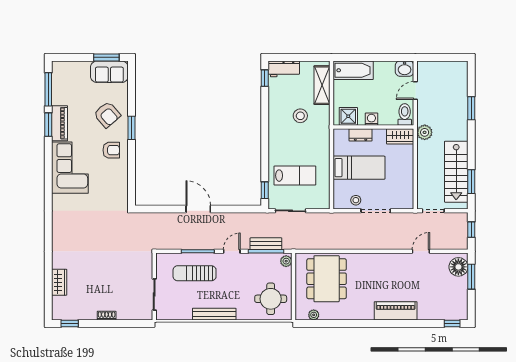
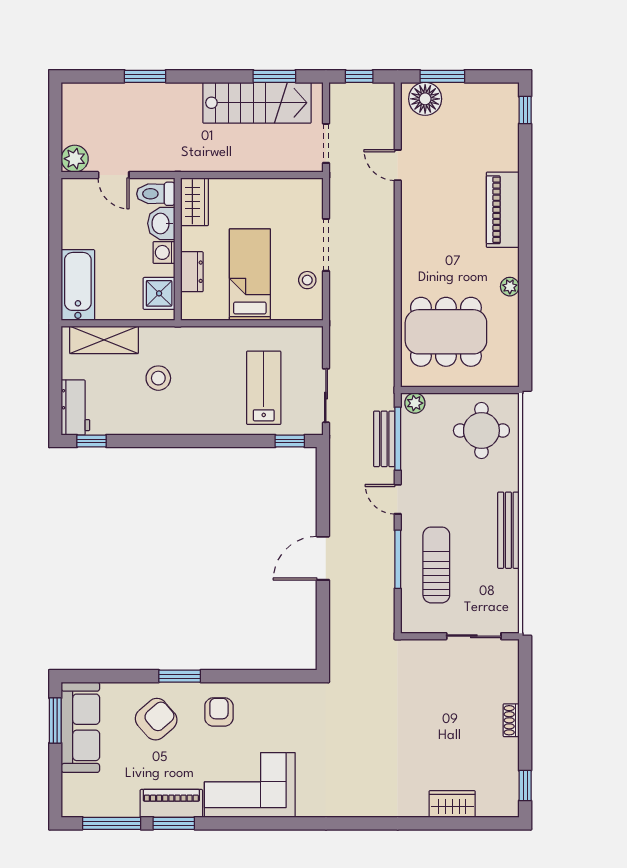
washbasin: (405, 69) -> (161, 223), moved, turned 180
sofa: (109, 72) -> (80, 727), width x1.36
plant: (425, 132) -> (75, 159), moved
sun lounger: (195, 273) -> (436, 565), turned 180
plant: (314, 315) -> (510, 287), moved

